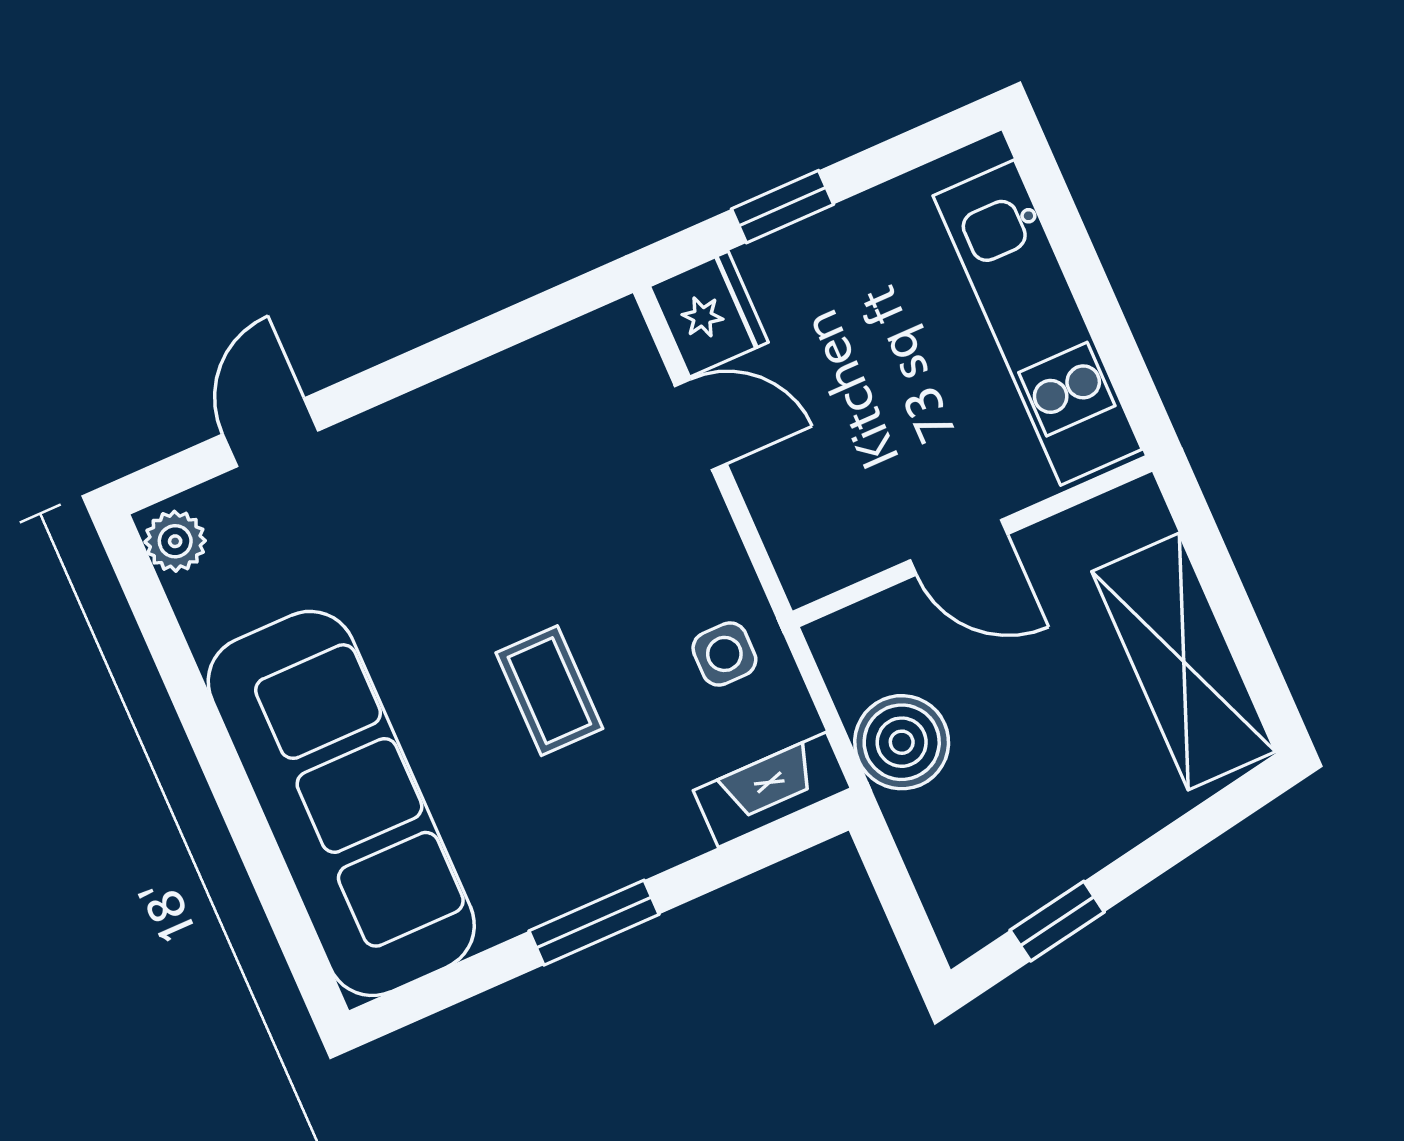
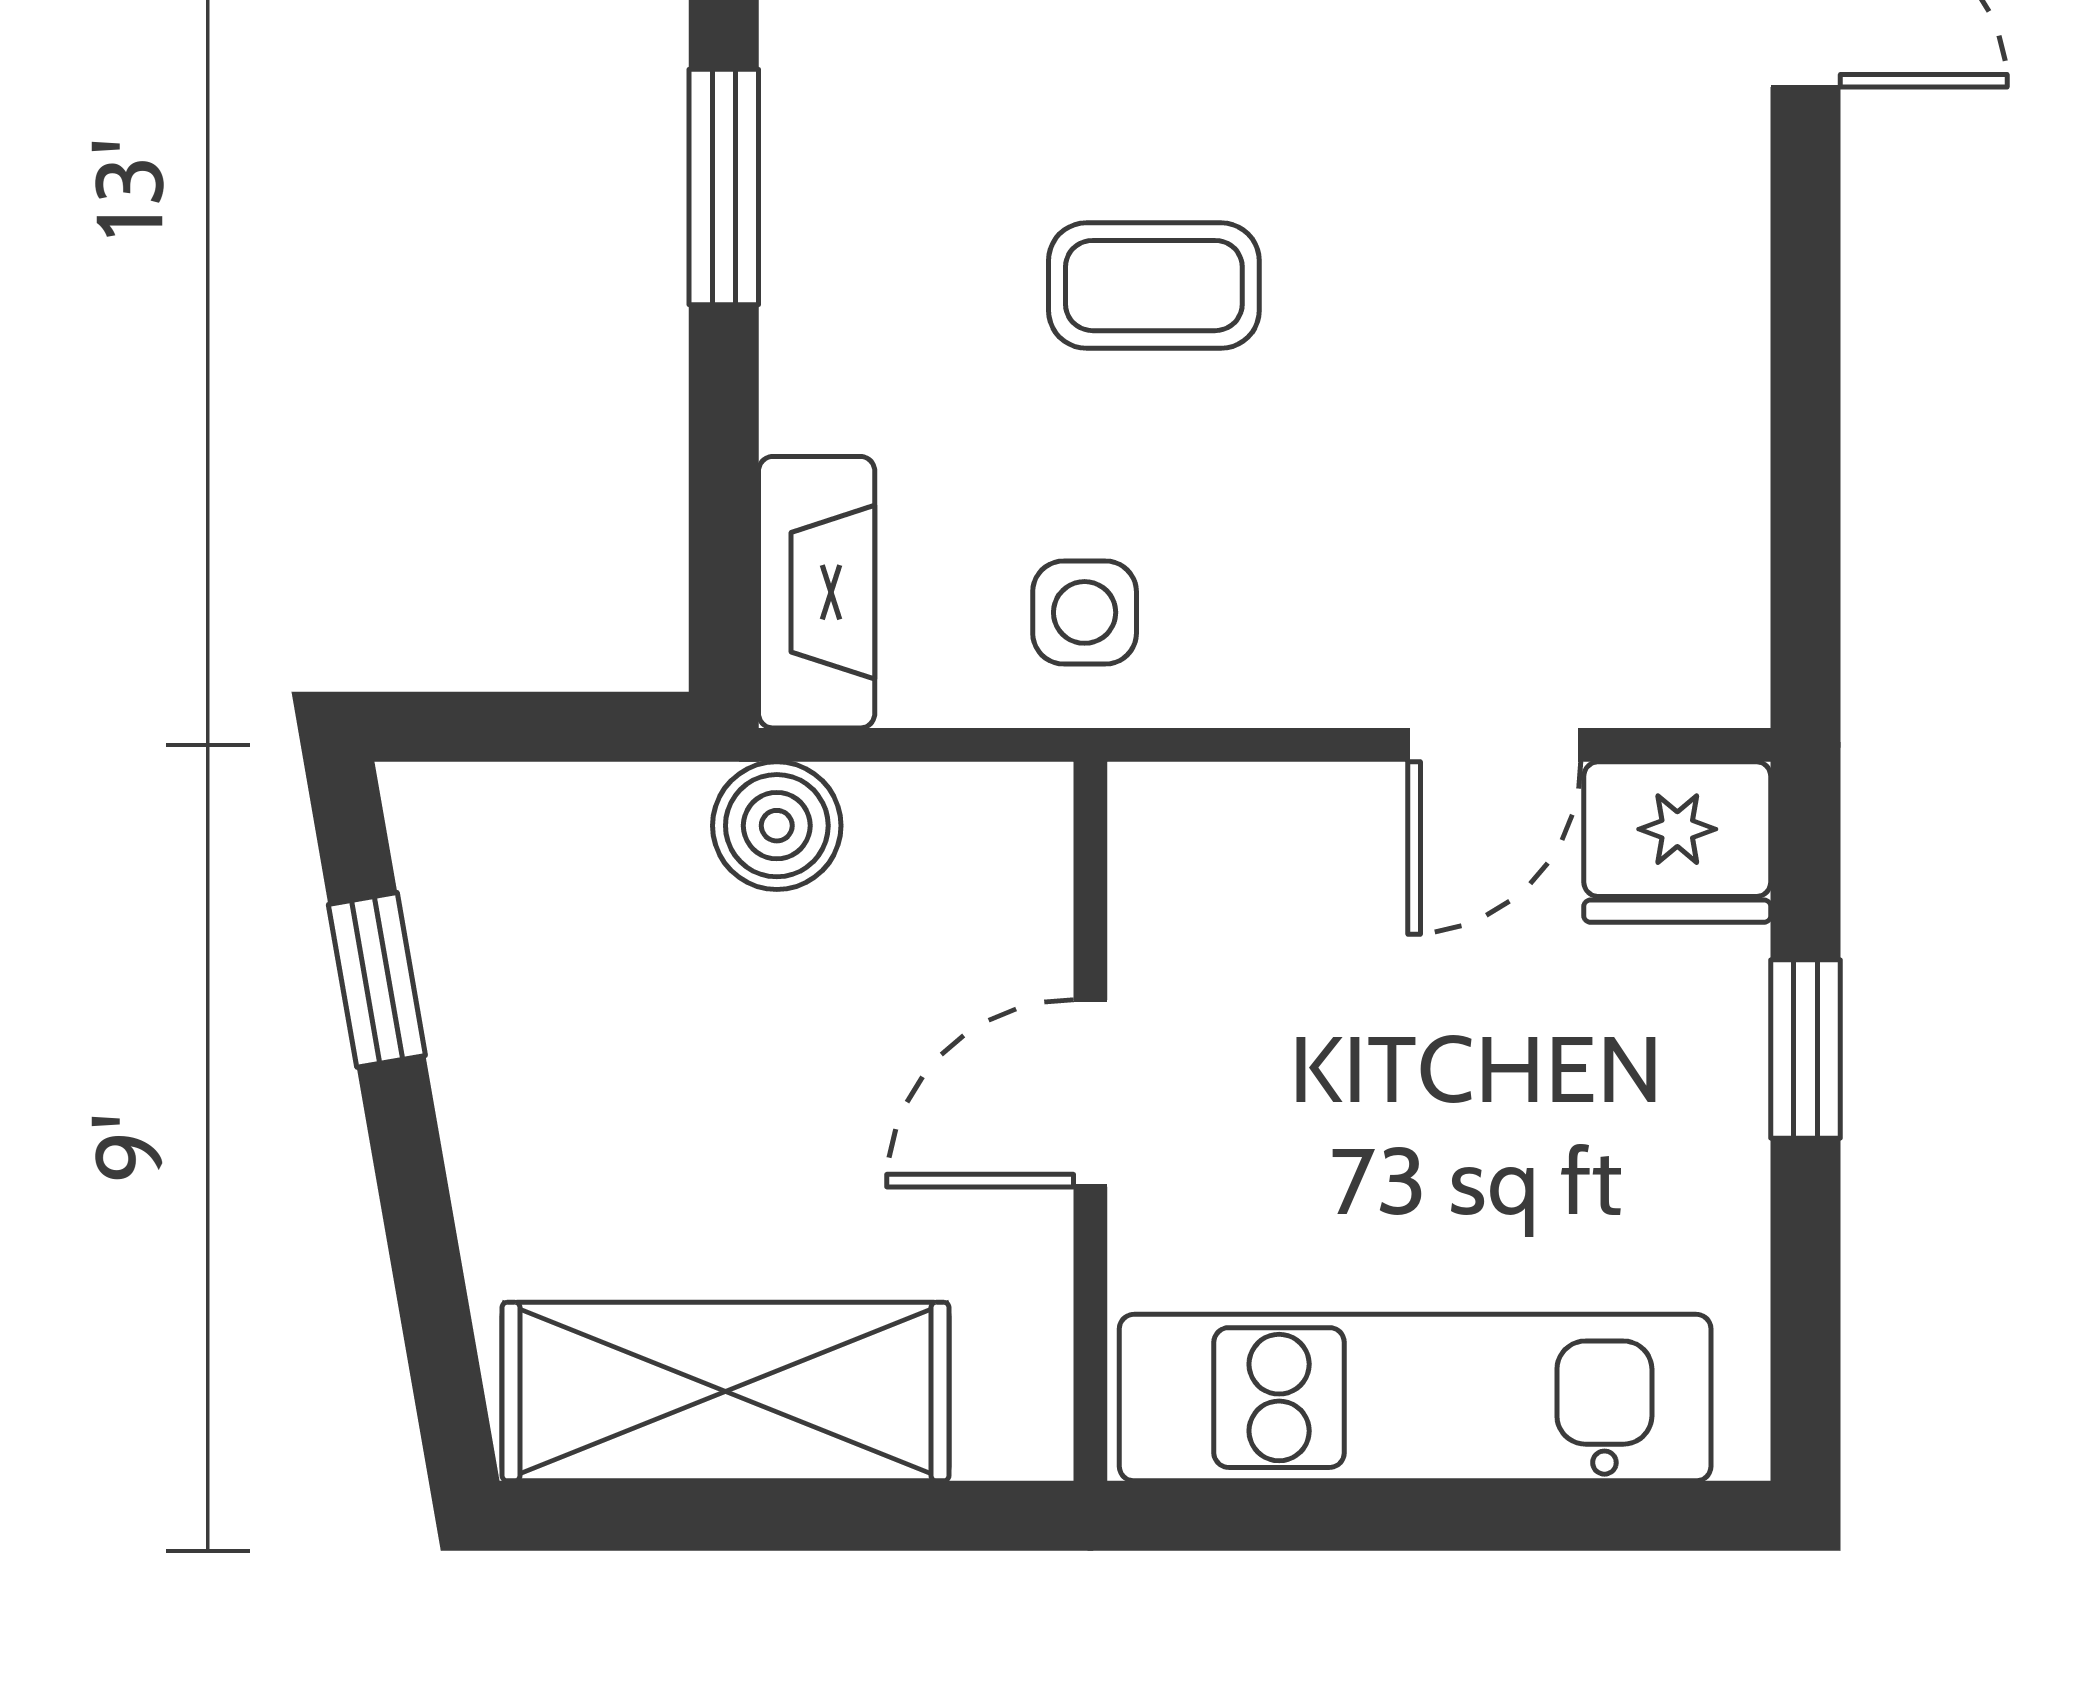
boiler: (902, 742) -> (777, 826), width x0.73, depth x0.73

